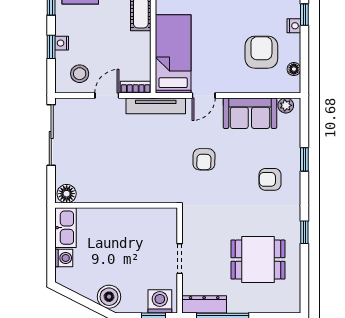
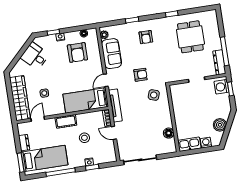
armchair: (261, 52) -> (77, 52), turned -90
stool: (80, 74) -> (84, 138), moved
door: (204, 96) -> (106, 80), swing flipped
side table: (164, 178) -> (154, 95), added
floor lamp: (67, 194) -> (169, 133), moved
boiler: (109, 297) -> (220, 125), moved

